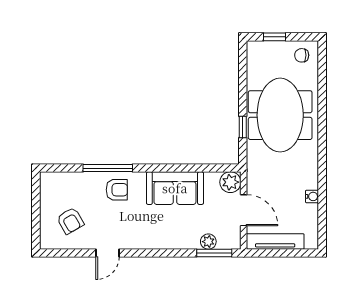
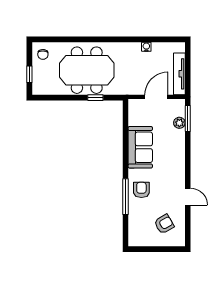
plant: (230, 182) -> (136, 107), removed

